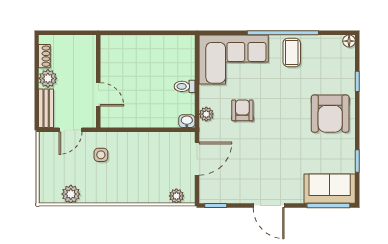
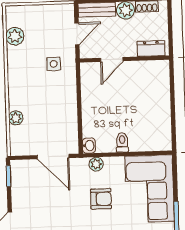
dresser: (88, 53) -> (151, 48), added
door: (70, 130) -> (77, 34), swing flipped
plant: (176, 196) -> (16, 118), moved

